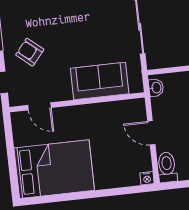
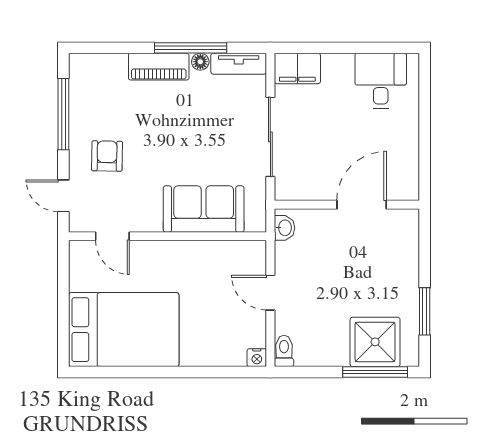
armchair: (30, 52) -> (107, 156), turned 51
toilet: (167, 167) -> (284, 351), width x0.73, depth x0.72

